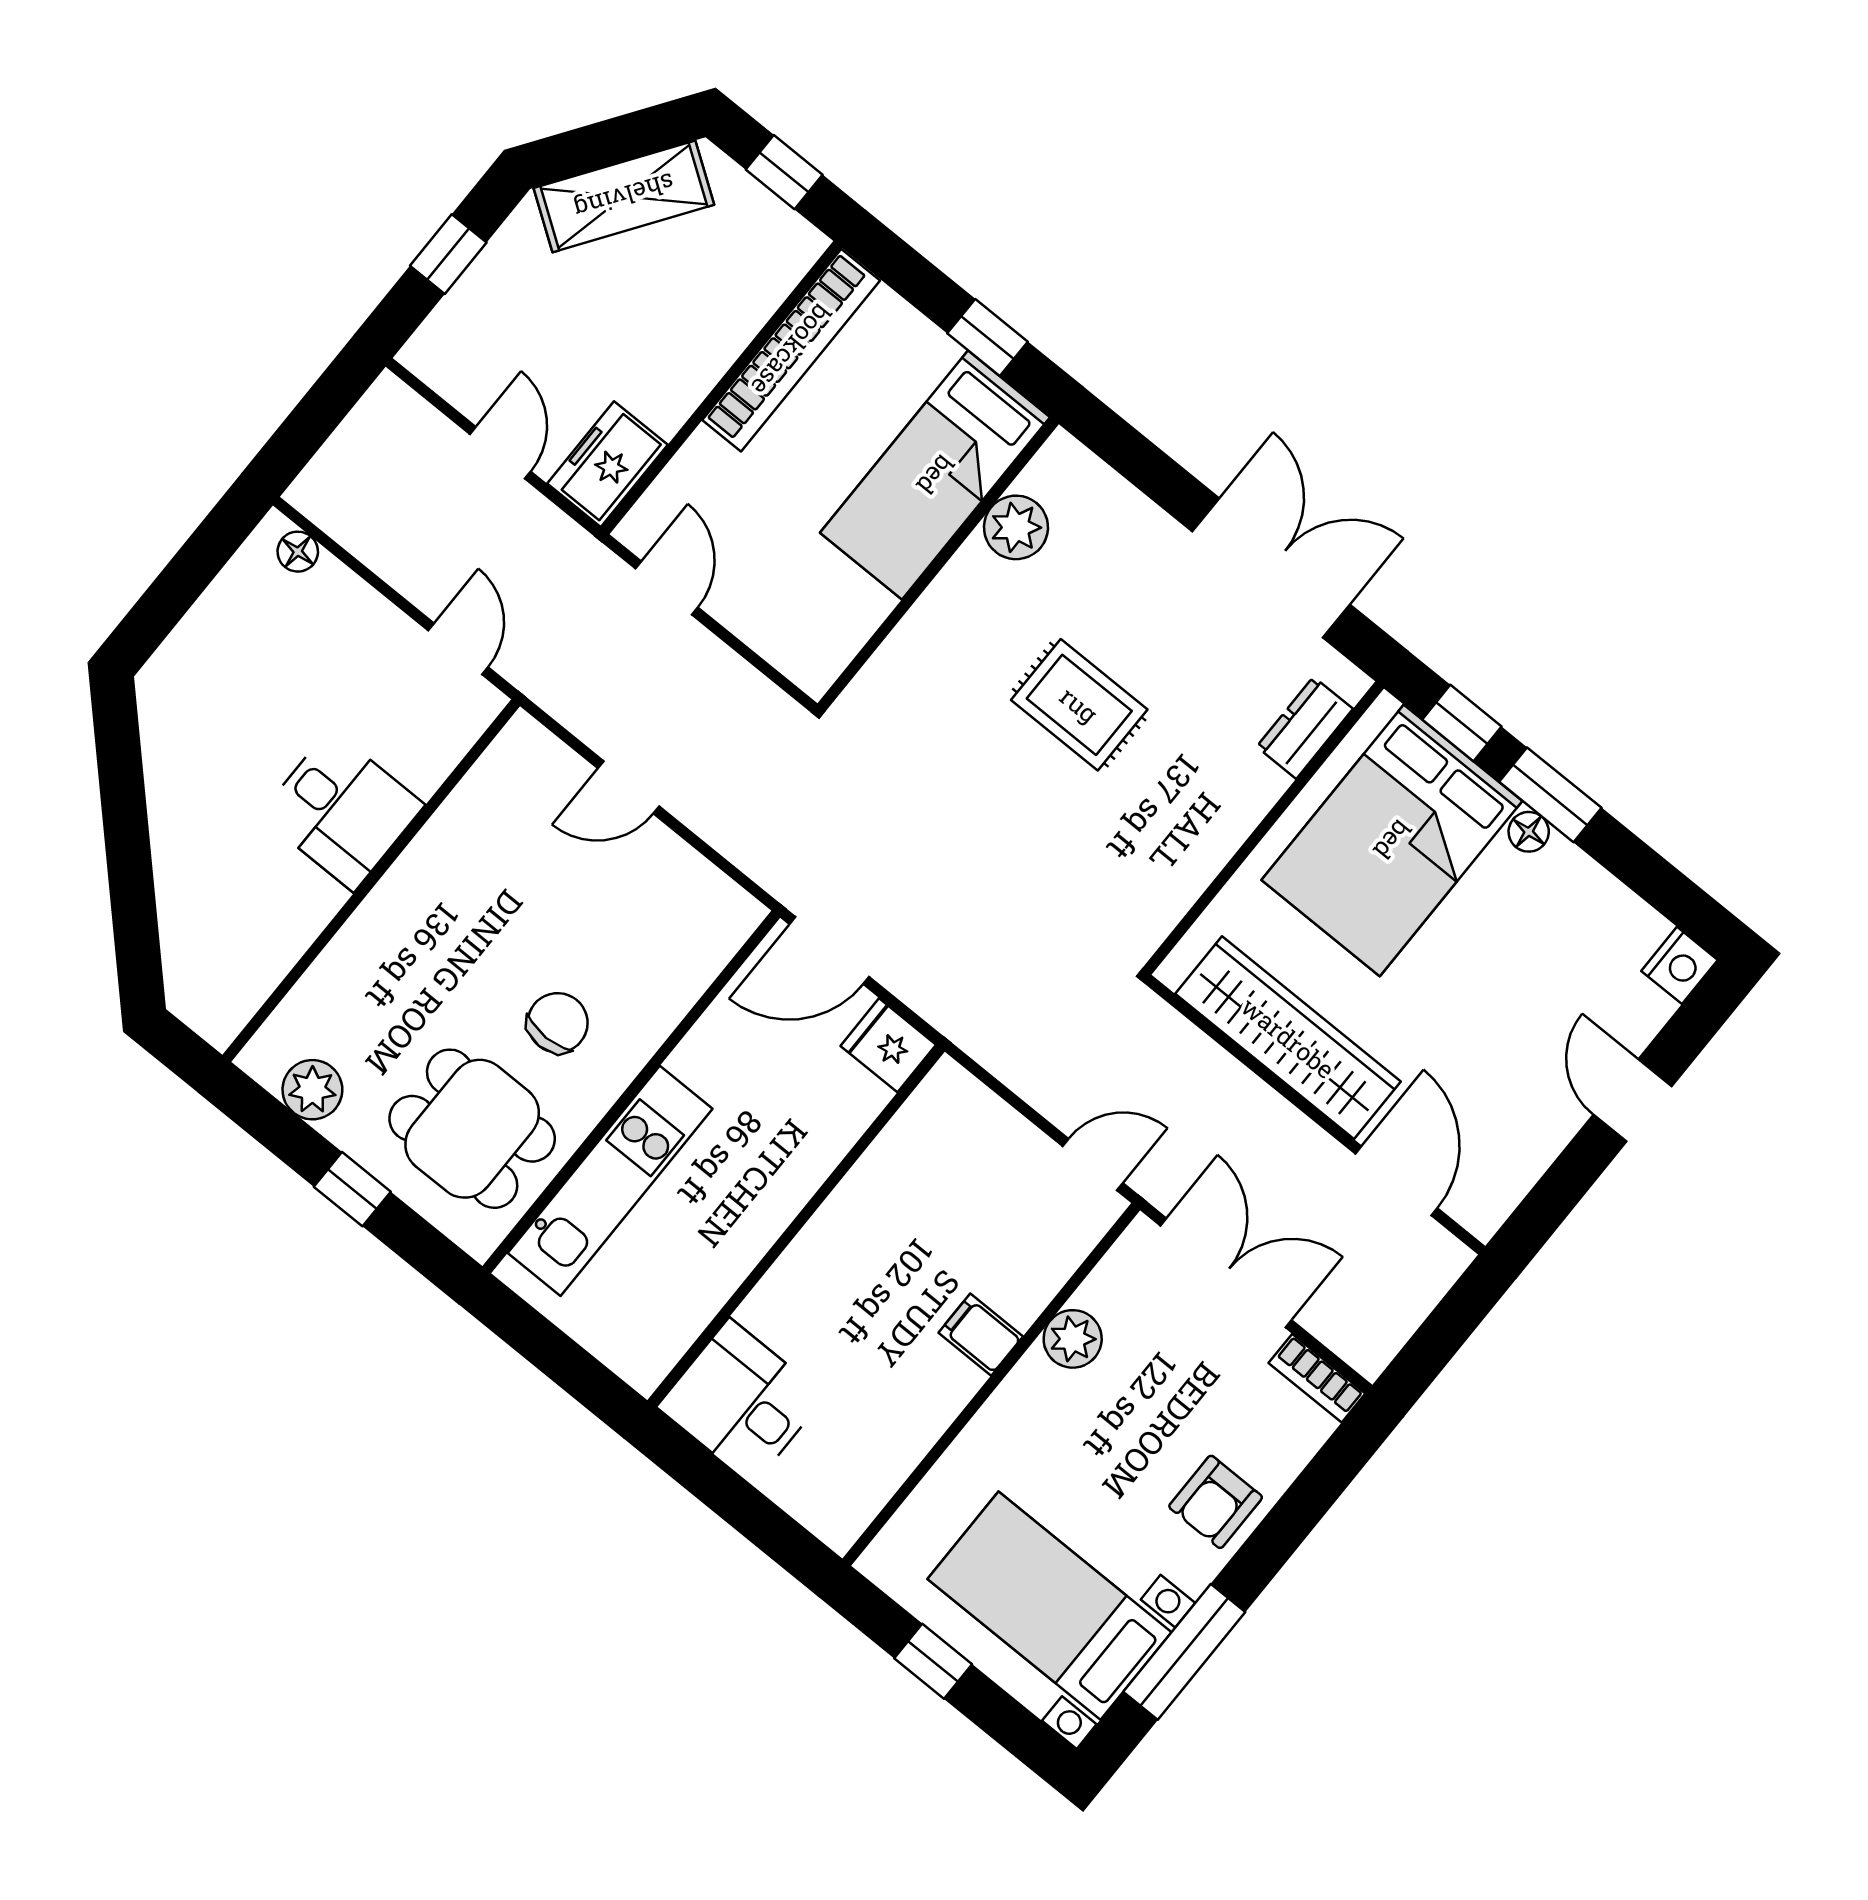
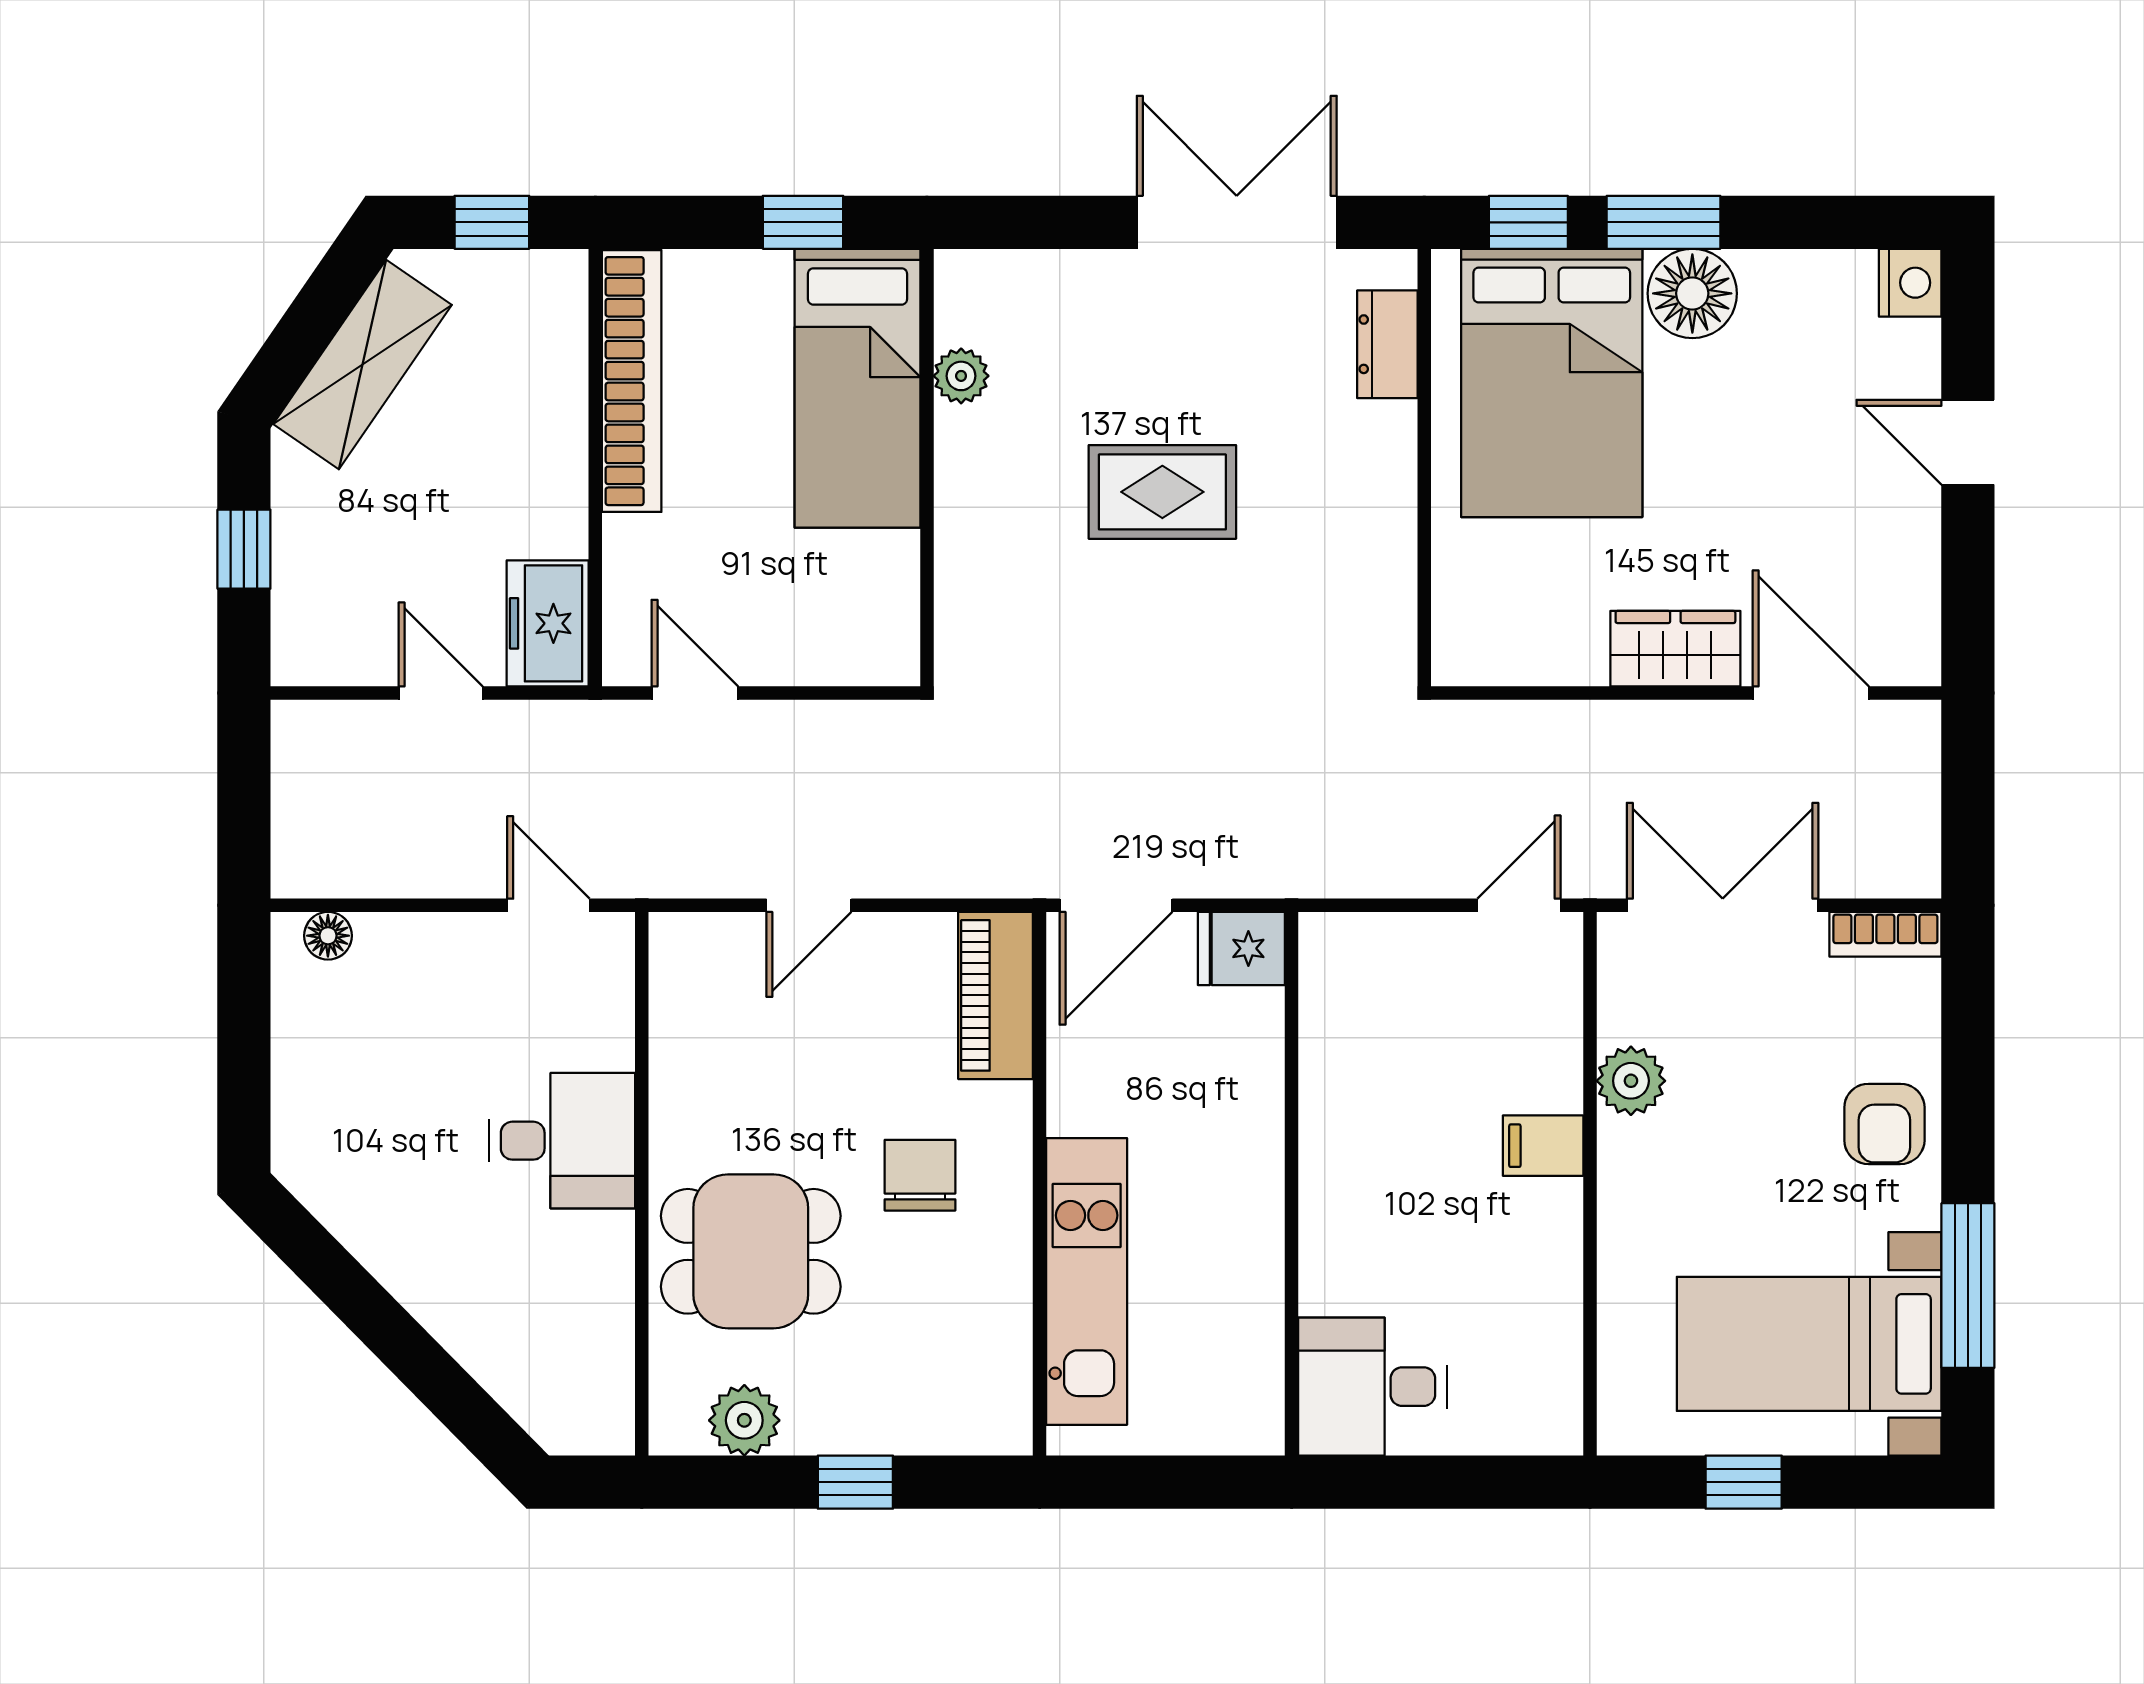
plant: (1016, 527) -> (961, 376), width x0.73, depth x0.73
floor lamp: (1529, 832) -> (1692, 293), width x1.89, depth x1.89
piano: (703, 945) -> (996, 995), added
wardrobe: (1288, 1038) -> (1675, 649), width x0.48, depth x0.85
dining table: (472, 1129) -> (751, 1251), moved

